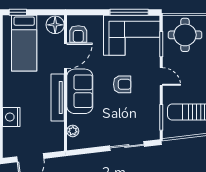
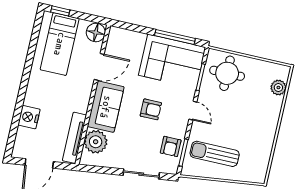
armchair: (78, 34) -> (171, 146), moved
tv unit: (58, 97) -> (75, 138), moved
plant: (73, 131) -> (96, 142), width x1.87, depth x1.87

